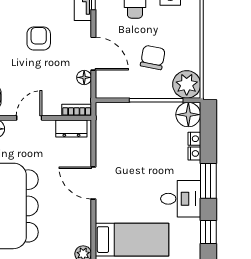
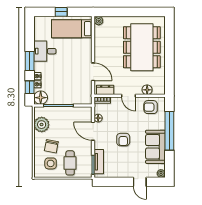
chair: (153, 57) -> (51, 146), moved
plant: (187, 84) -> (42, 125), moved
door: (29, 118) -> (129, 96), hinge flipped
door: (93, 183) -> (93, 72), moved
window: (208, 232) -> (30, 87), moved

